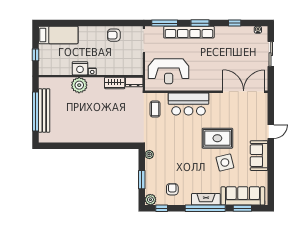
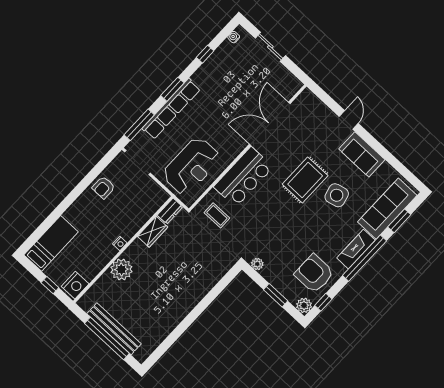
nightstand: (80, 68) -> (75, 285), moved
double door: (244, 92) -> (270, 124), moved
armchair: (172, 189) -> (314, 274), width x1.88, depth x1.88

